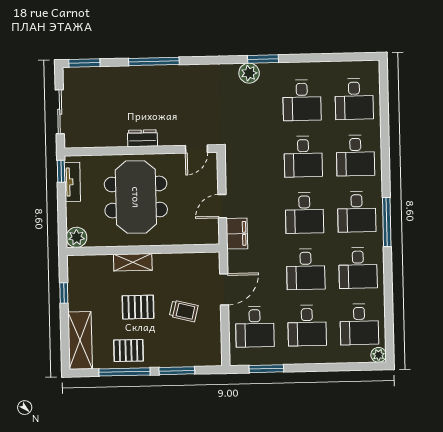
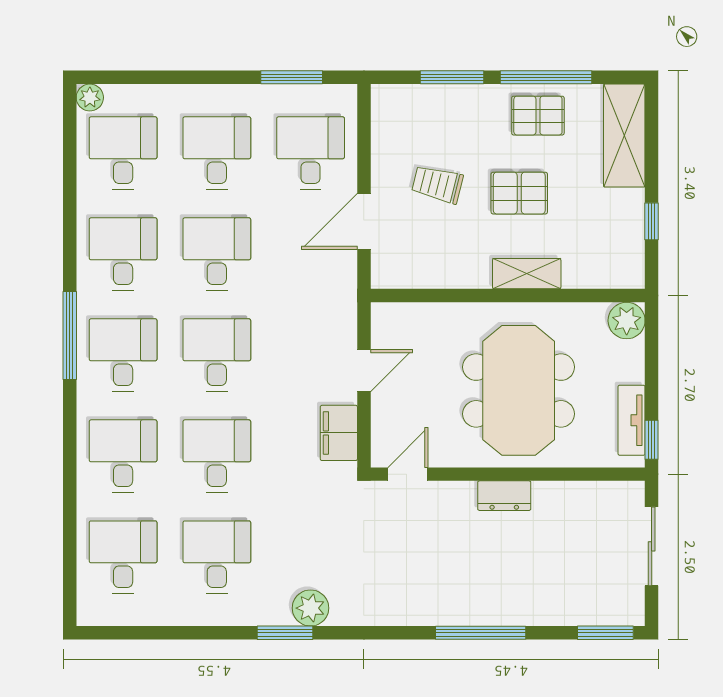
filing cabinet: (237, 234) -> (339, 433), moved

